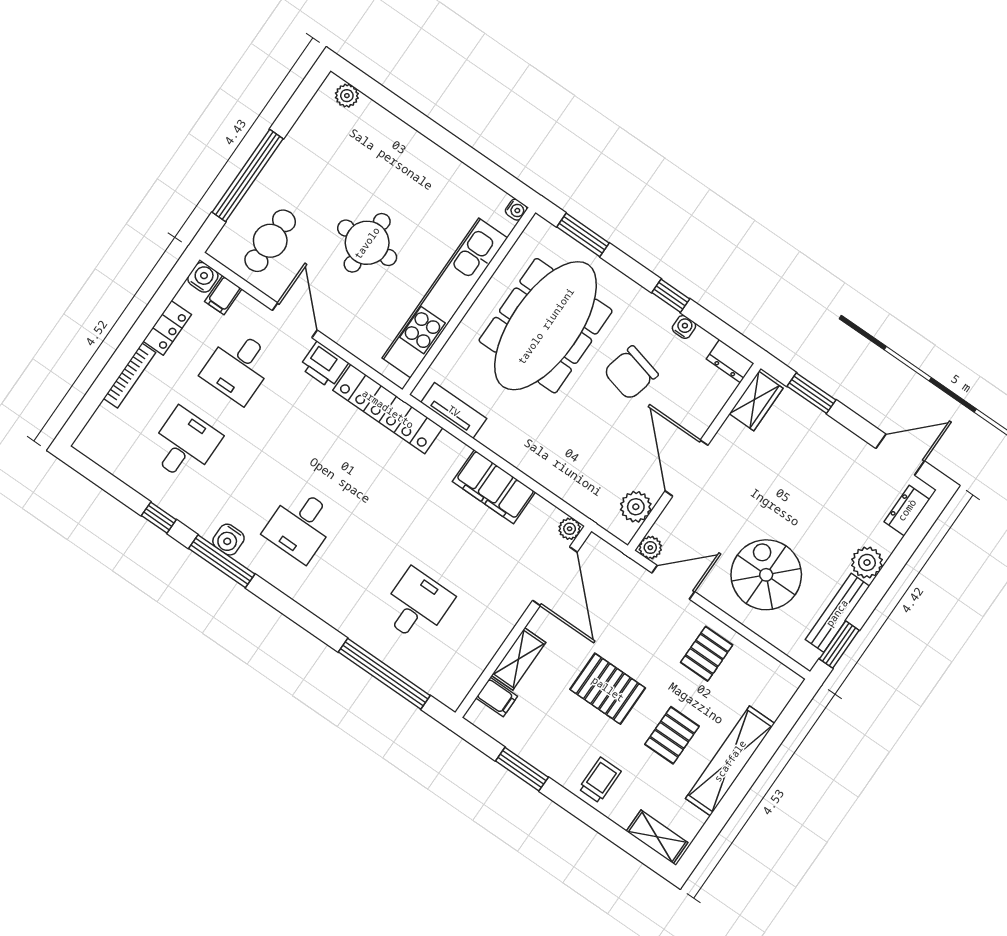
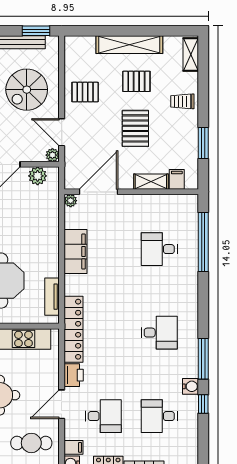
water cooler: (228, 540) -> (191, 386), moved

